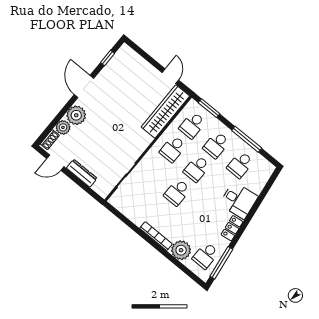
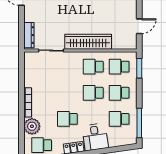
wardrobe: (165, 112) -> (88, 42), moved
window: (247, 139) -> (139, 123), moved
dresser: (82, 173) -> (29, 35), moved
school desk: (177, 192) -> (67, 119), moved

